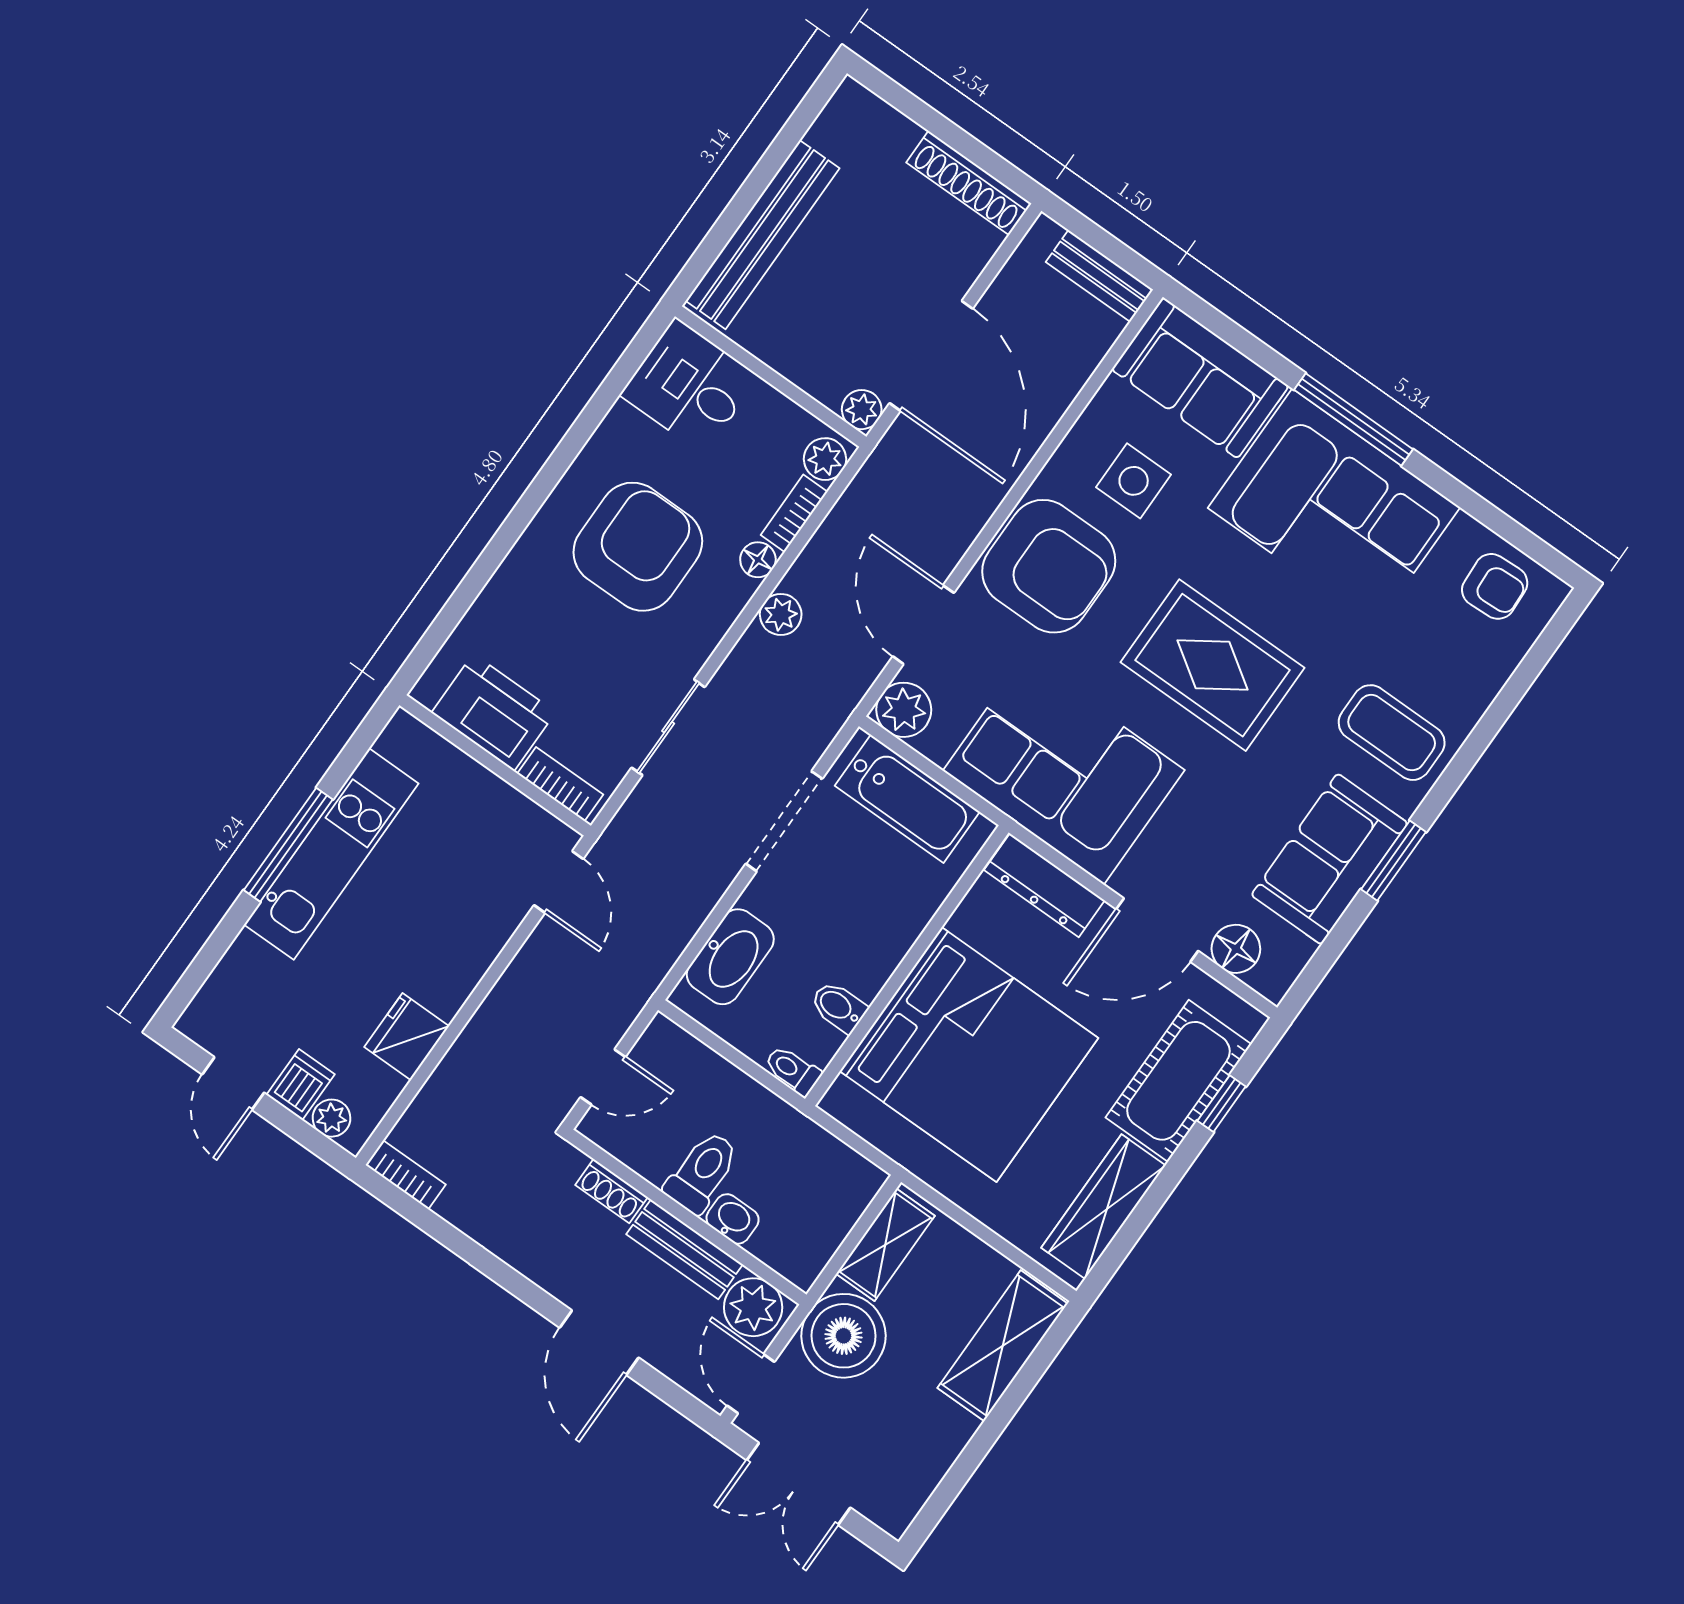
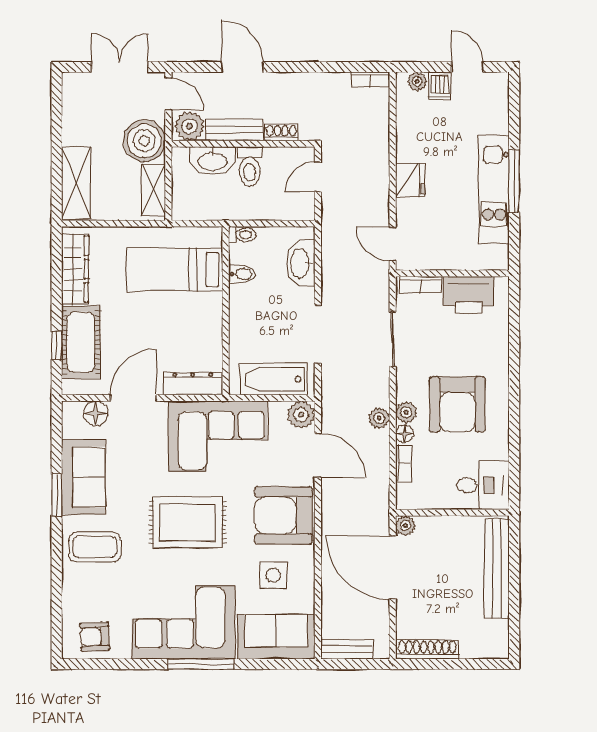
plant: (825, 459) -> (406, 412), moved
fridge: (407, 1037) -> (410, 180), moved
bed: (969, 1055) -> (174, 270), width x0.49
washbasin: (733, 1219) -> (213, 161), width x1.91, depth x1.45

